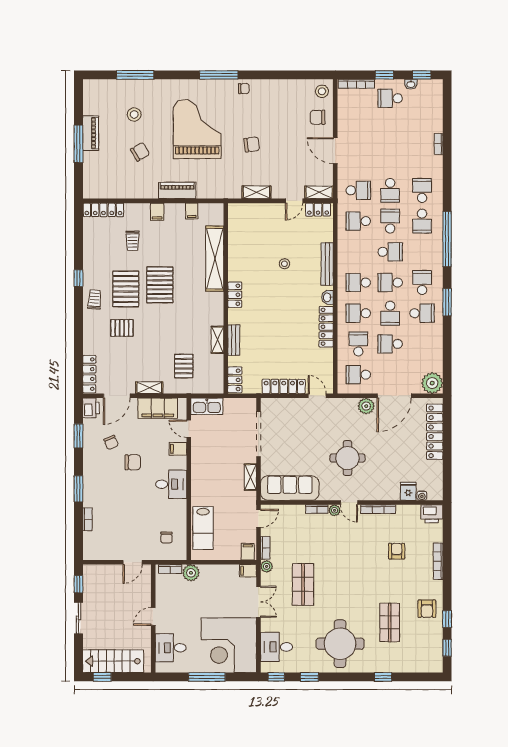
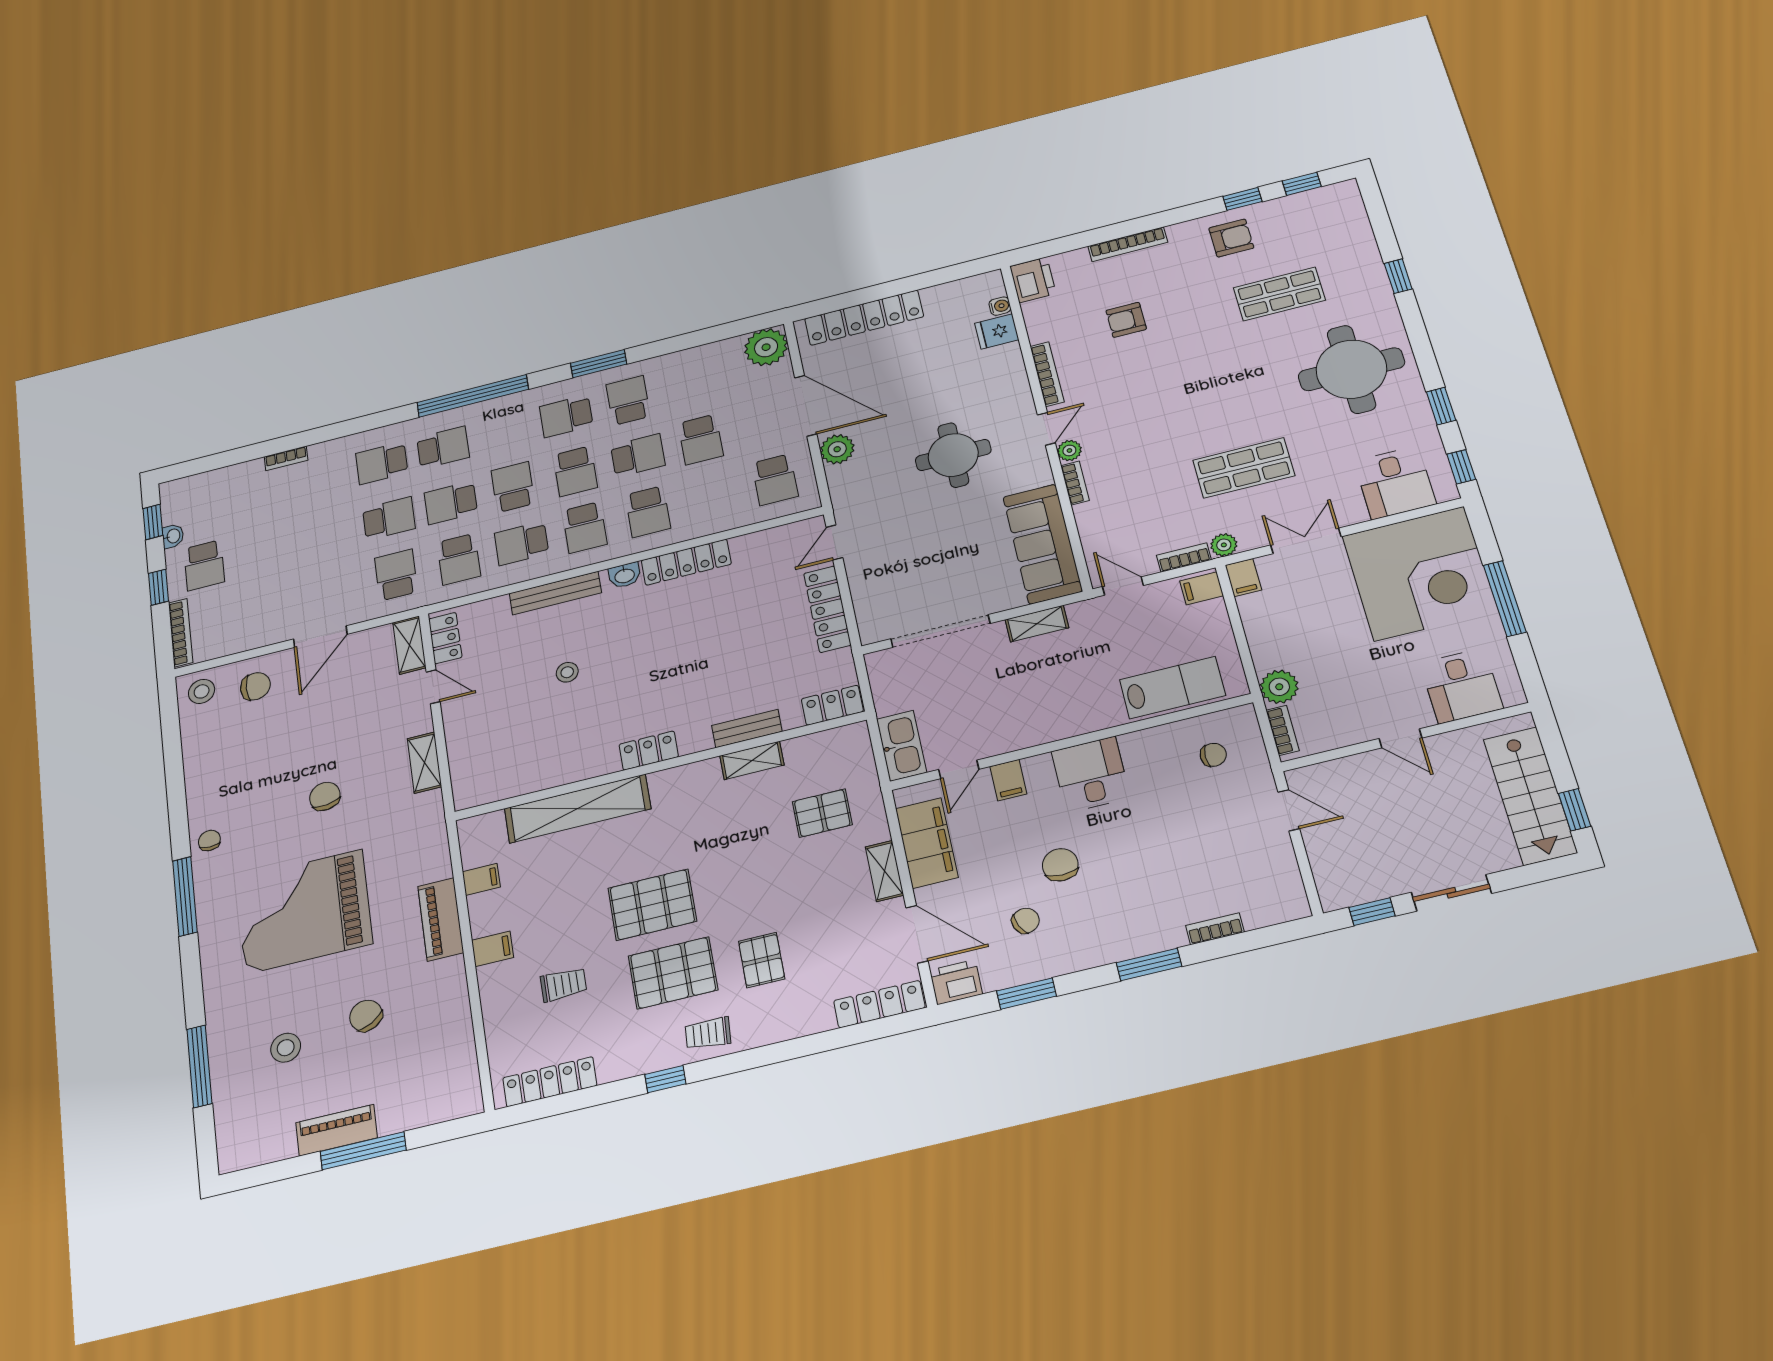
chair: (318, 117) -> (255, 686), turned -90
locker: (103, 210) -> (550, 1082), moved, turned -90
school desk: (358, 344) -> (522, 543), moved

